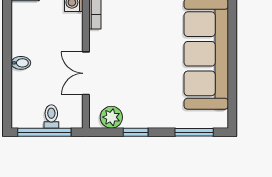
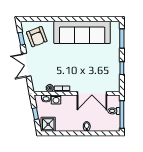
double door: (86, 73) -> (92, 93), width x1.37
plant: (111, 117) -> (114, 80), removed

